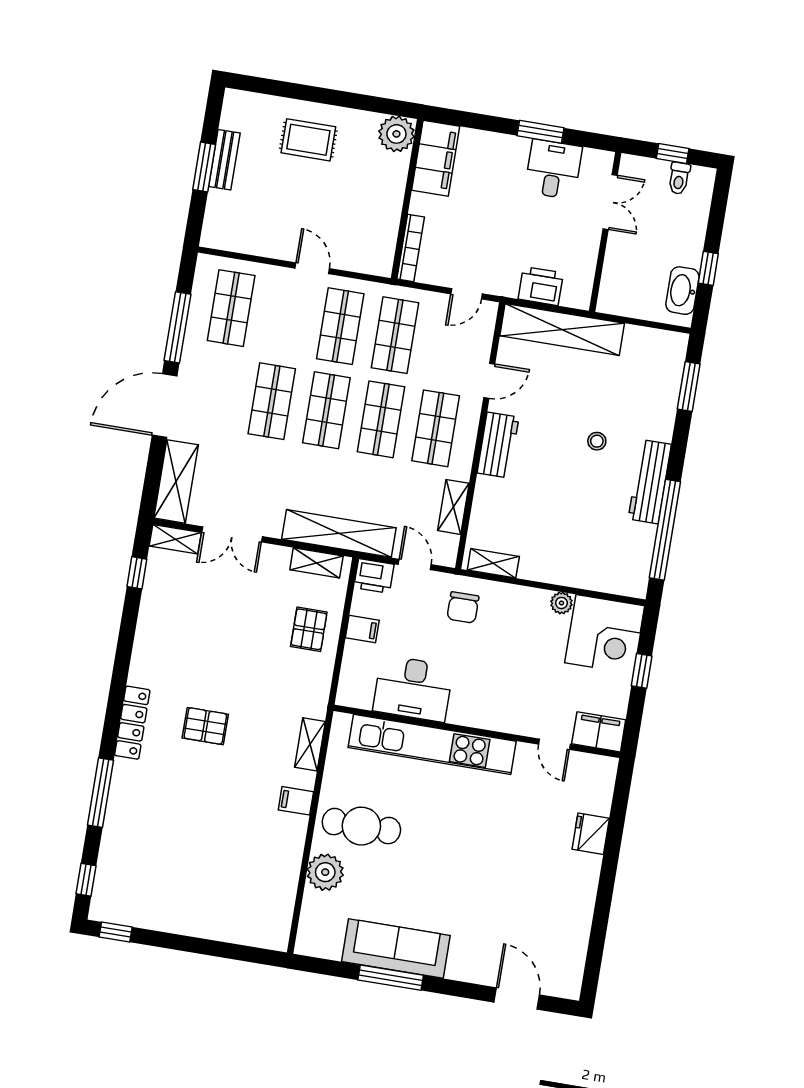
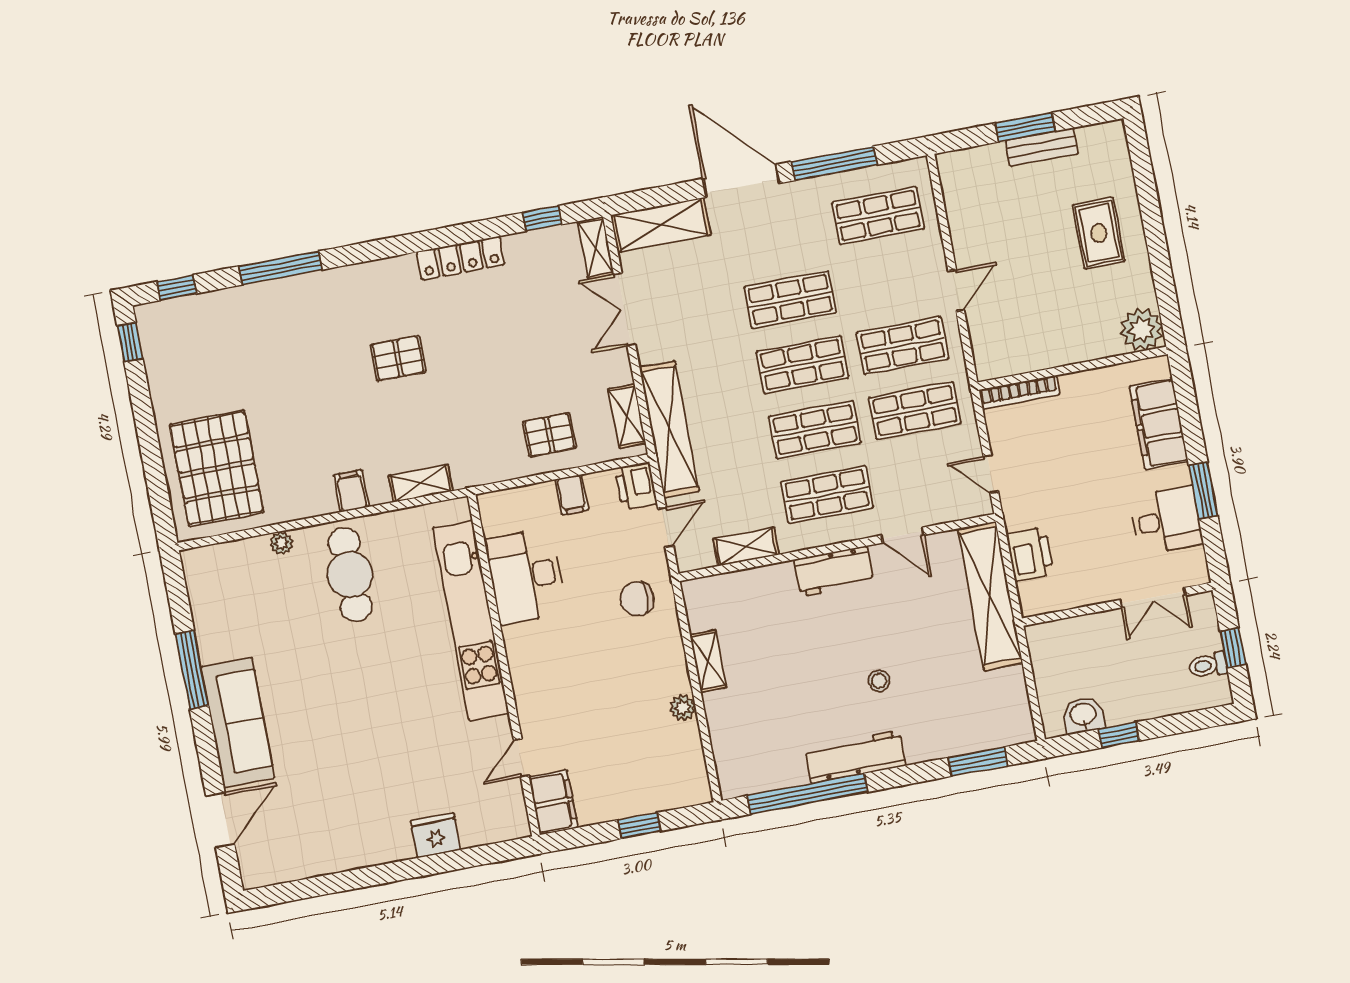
filing cabinet: (436, 158) -> (1159, 424), moved, turned 90
washbasin: (682, 291) -> (1083, 715), width x0.72
shelving: (493, 563) -> (708, 661), moved
corner desk: (605, 634) -> (665, 769), removed
locker: (132, 723) -> (461, 258), moved
pallet: (205, 726) -> (398, 358), turned 90
plant: (325, 872) -> (281, 543), width x0.53, depth x0.53
pallet: (239, 900) -> (217, 468), added
sofa: (396, 948) -> (238, 722), moved

